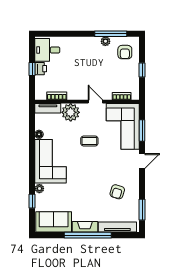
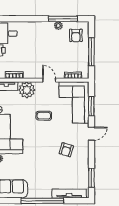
window: (142, 70) -> (91, 52), width x2.17
armchair: (117, 192) -> (66, 150), moved
fireplace: (85, 227) -> (40, 193), removed

